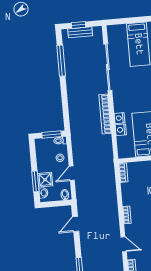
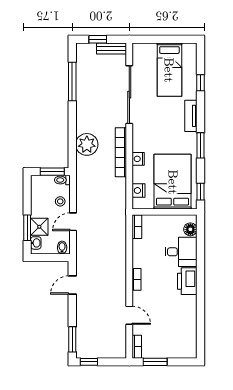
bench: (80, 32) -> (112, 48), moved
plant: (77, 110) -> (87, 144), added
nightstand: (121, 130) -> (138, 190), moved

